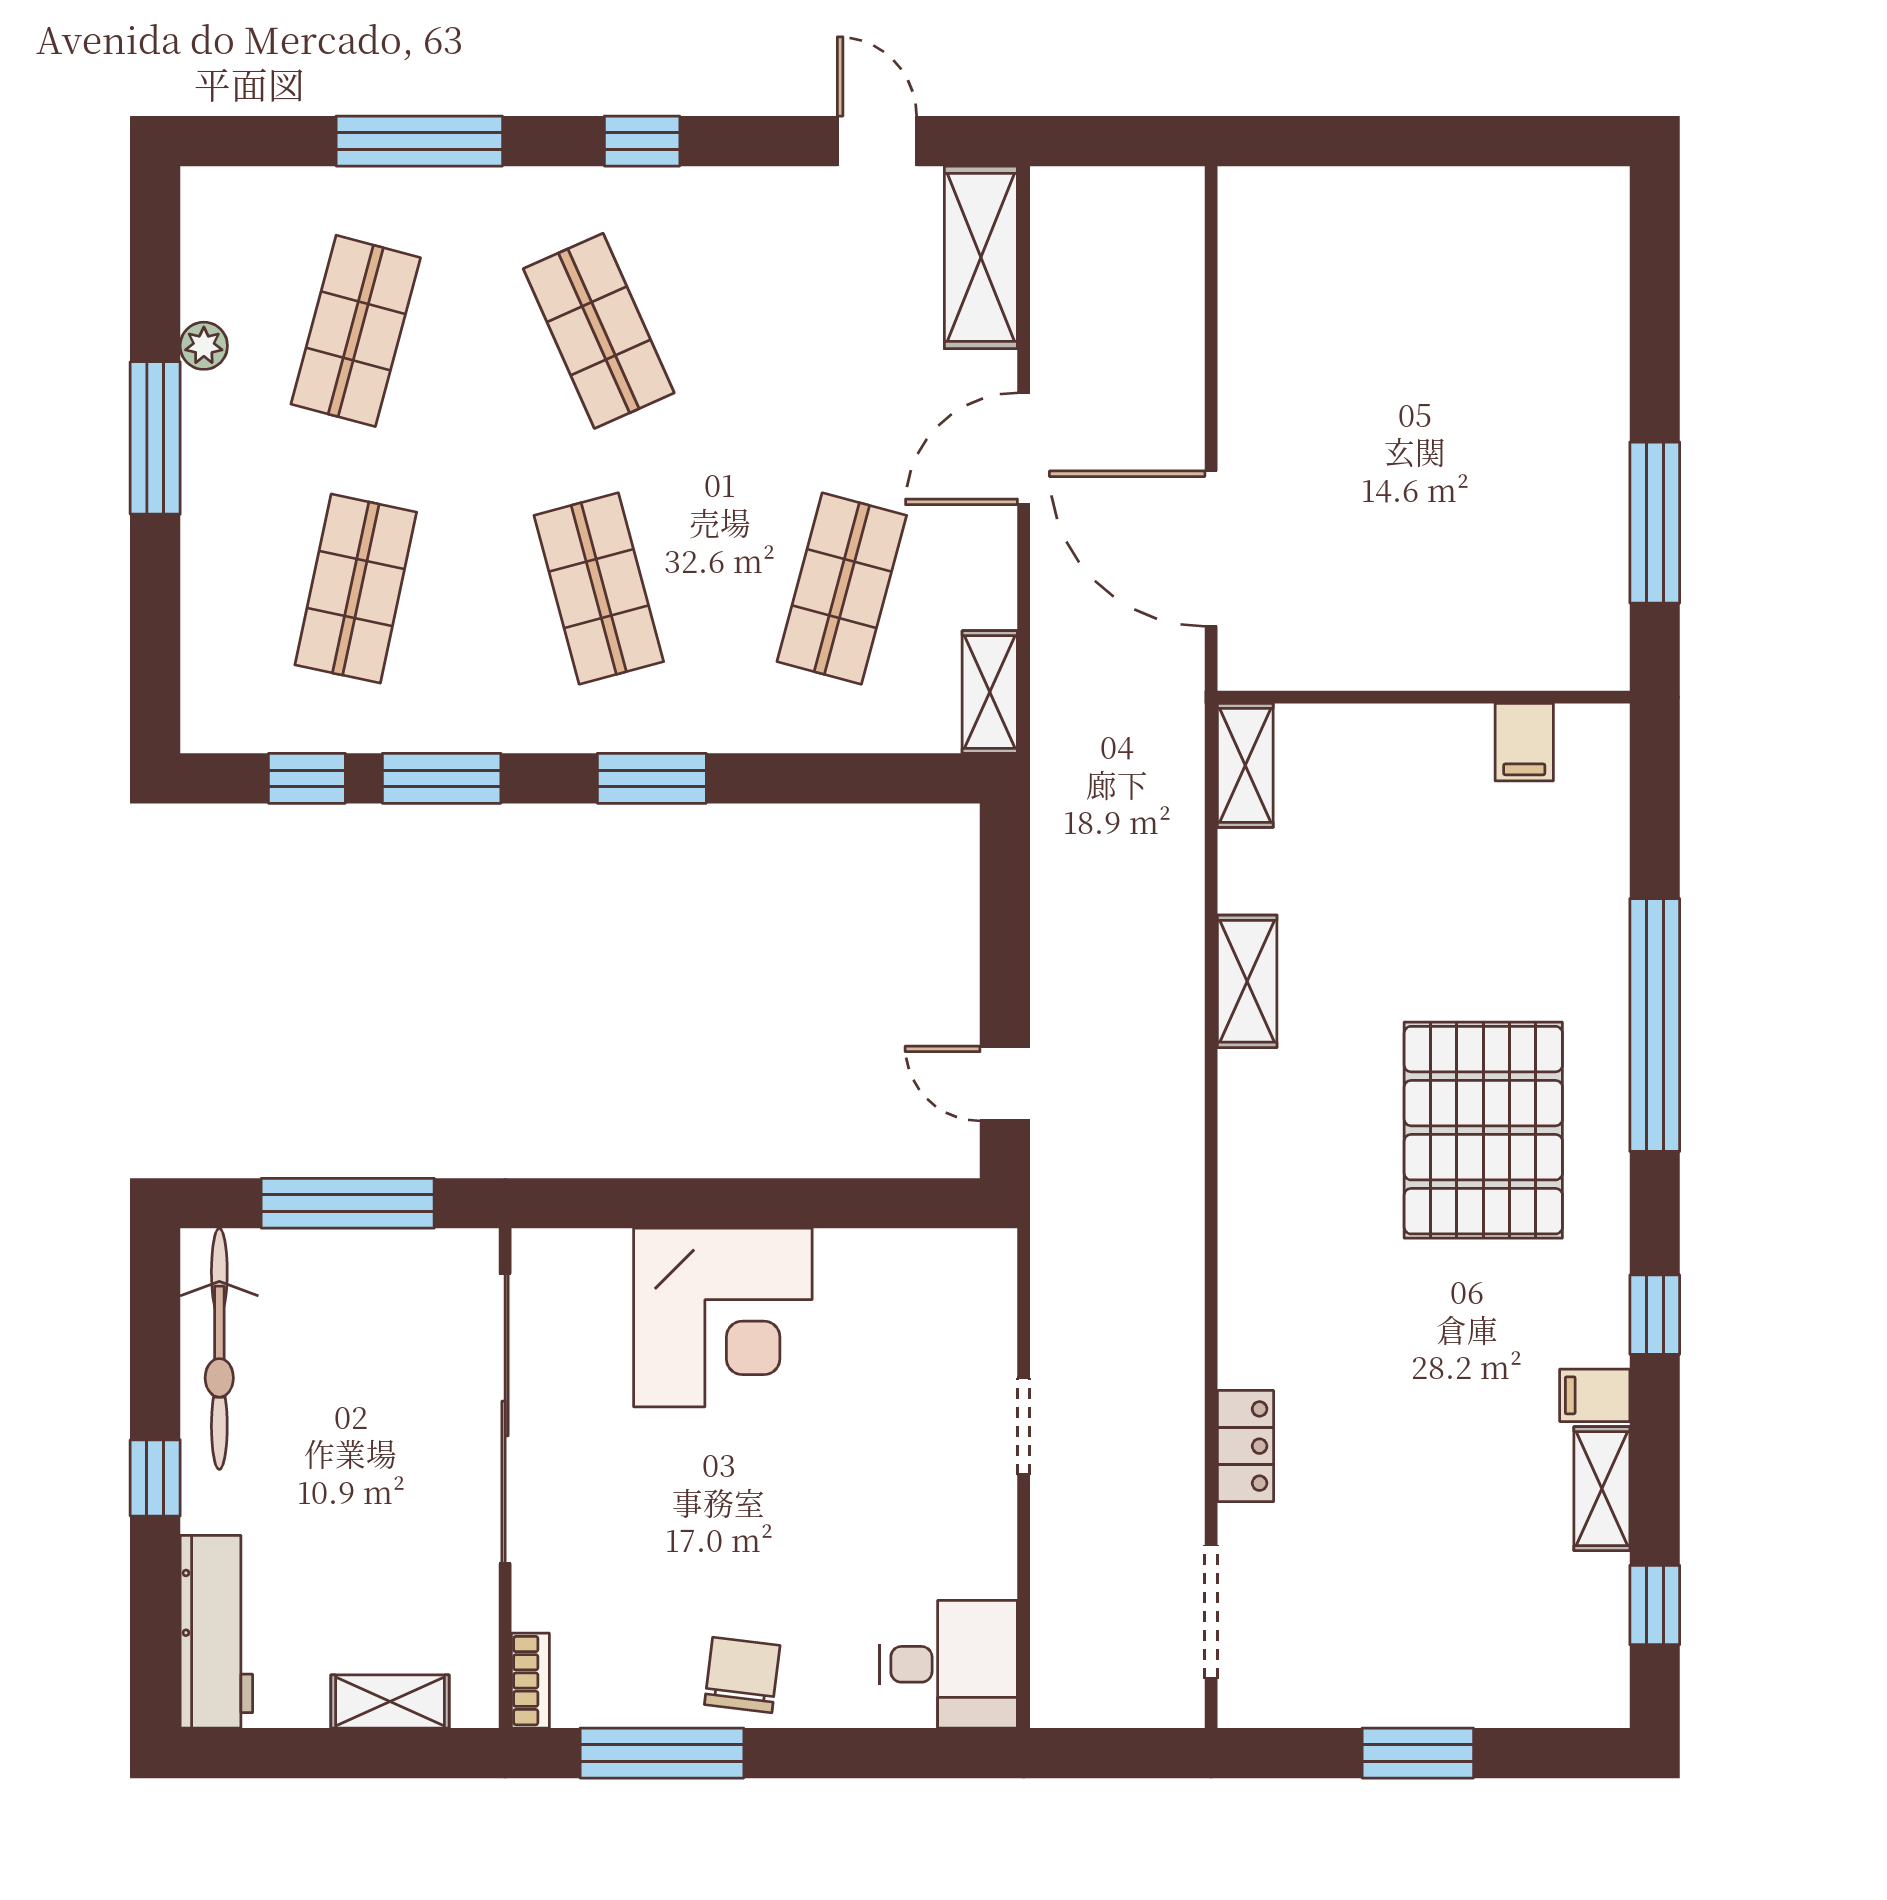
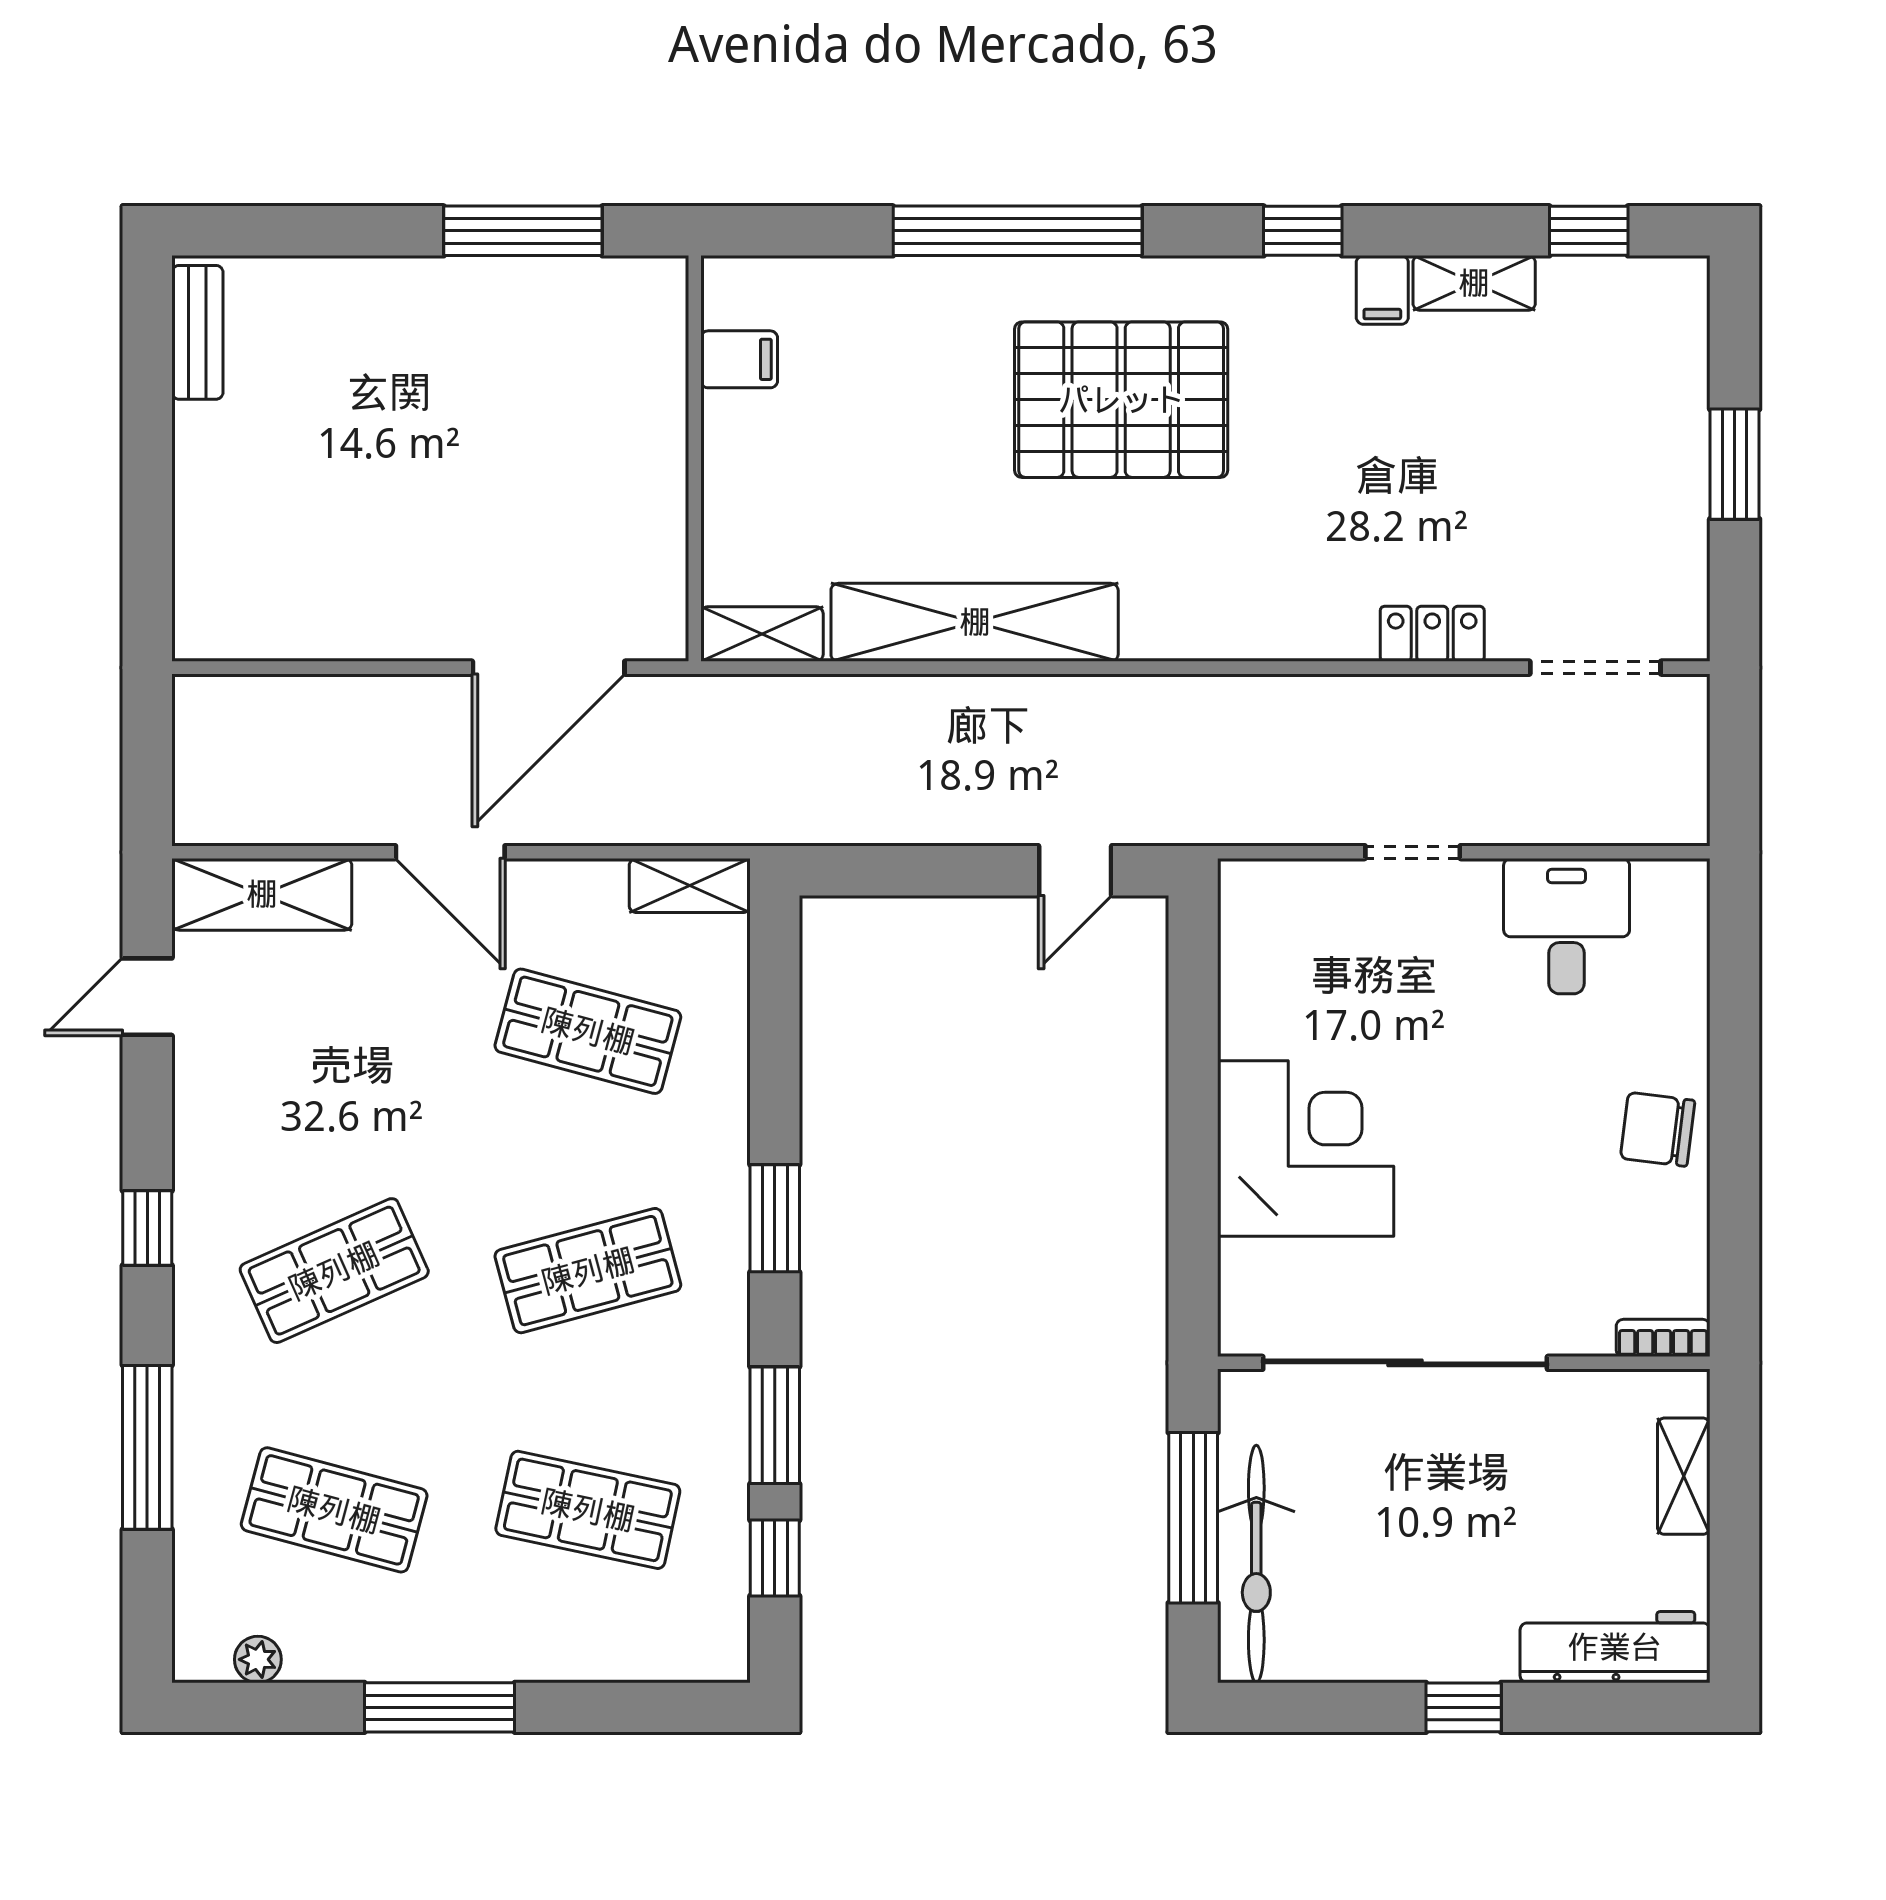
bench: (1552, 192) -> (197, 332), added
plant: (204, 346) -> (258, 1659), moved
shelving: (1247, 981) -> (975, 622), width x2.20, depth x1.33
bicycle: (219, 1349) -> (1256, 1564), moved, turned 90
desk: (949, 1664) -> (1567, 926), moved
window: (662, 1753) -> (1735, 1208), removed

